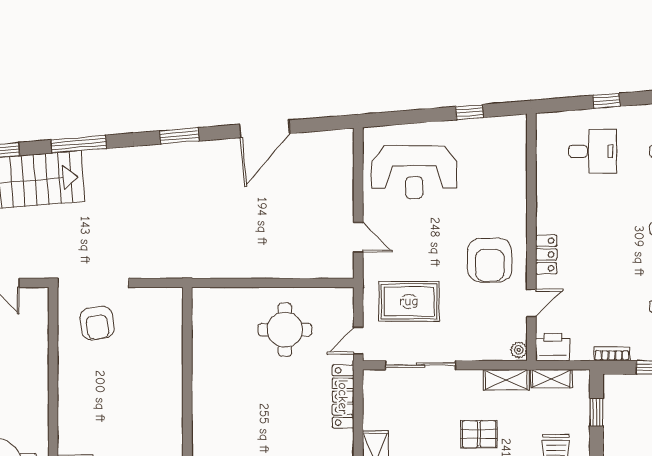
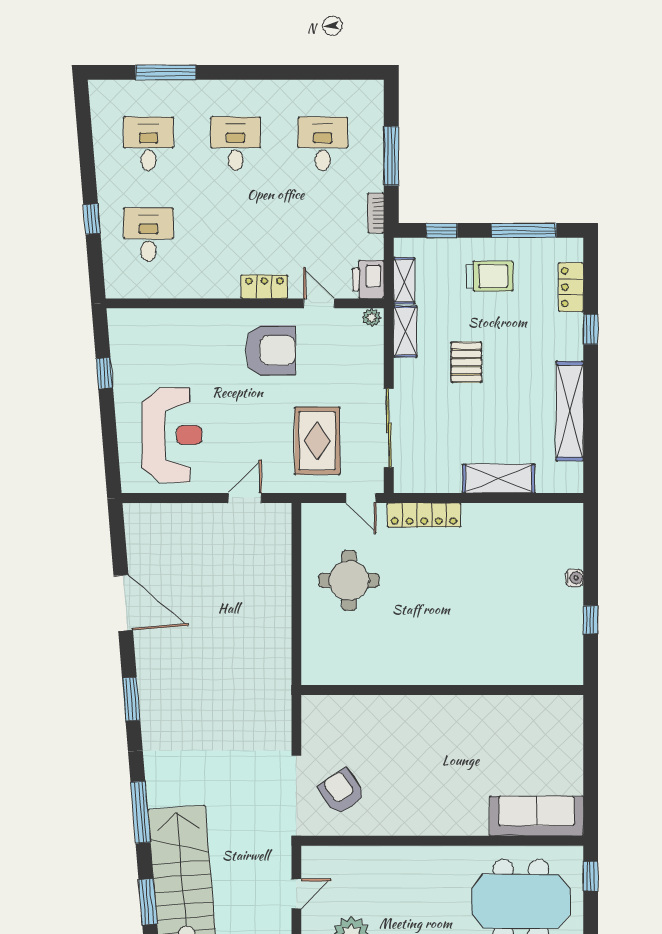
armchair: (97, 323) -> (342, 791), turned -116

